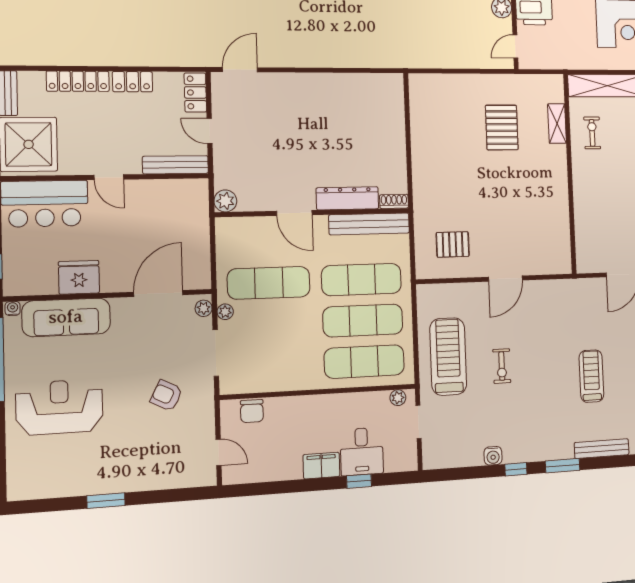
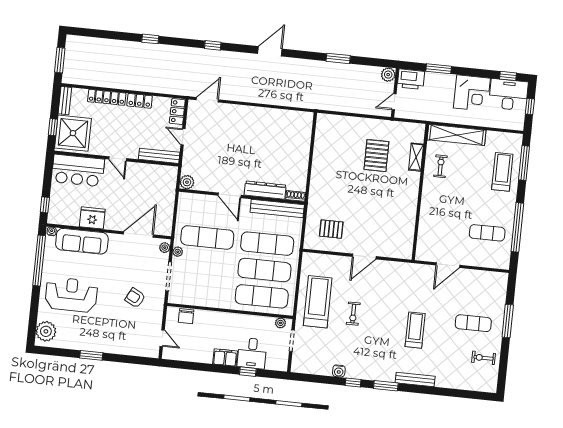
plant: (24, 474) -> (46, 331), added

